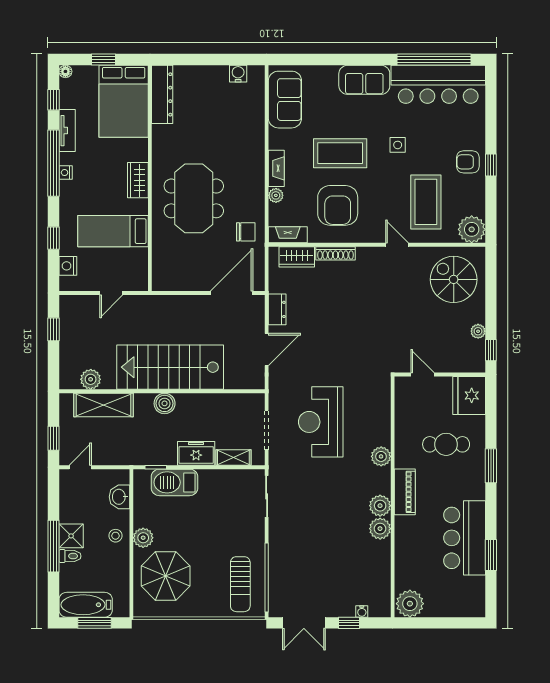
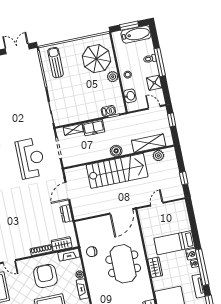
bed: (113, 231) -> (174, 243), moved, turned 180
window: (54, 238) -> (194, 227), removed
nightstand: (68, 266) -> (191, 254), moved
door: (232, 293) -> (121, 211), moved
door: (80, 467) -> (154, 107), swing flipped
barbecue: (174, 482) -> (108, 111), width x0.53, depth x0.65
shower: (71, 536) -> (154, 83), moved

